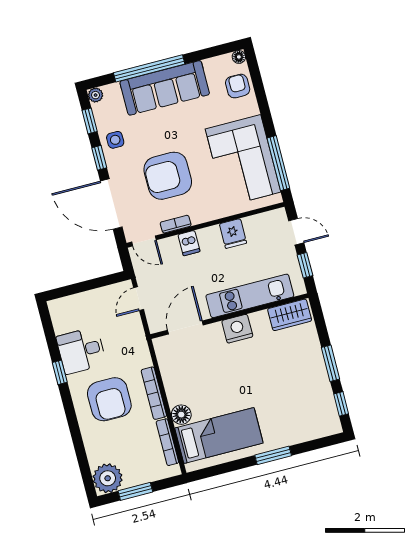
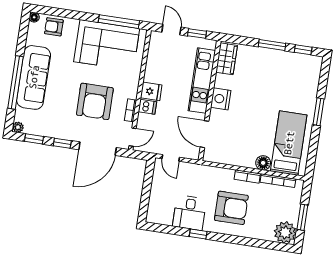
side table: (115, 140) -> (55, 127), removed
door: (296, 232) -> (171, 30), hinge flipped
fridge: (233, 234) -> (151, 91), moved
bookcase: (154, 393) -> (247, 176), width x0.64

